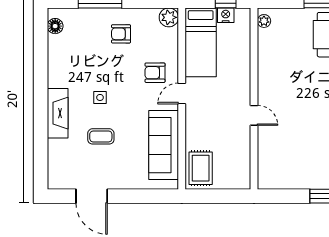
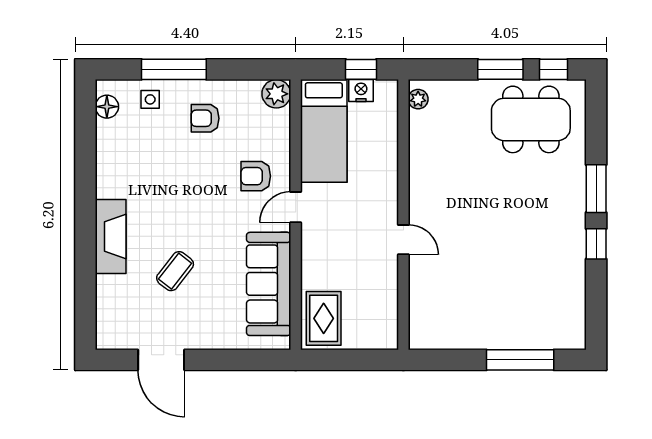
side table: (100, 97) -> (150, 99), moved
coffee table: (101, 136) -> (175, 271), turned -52

